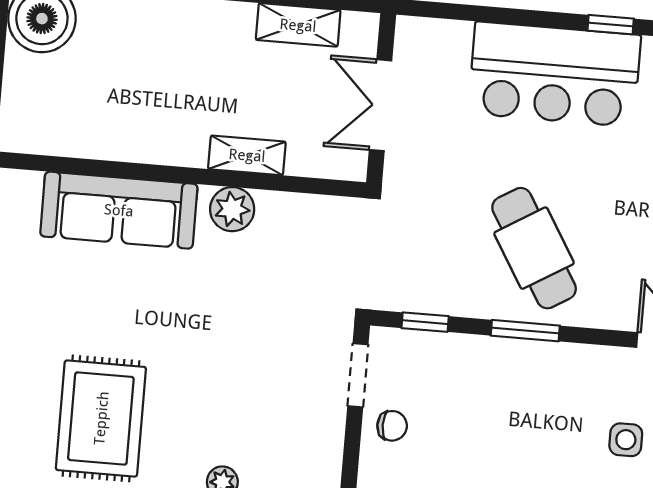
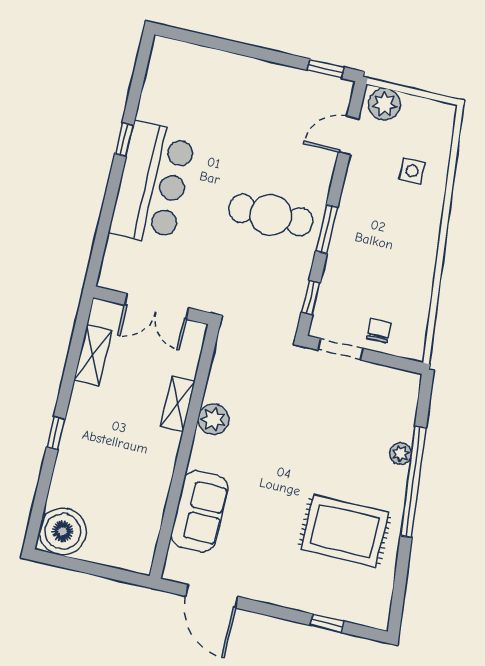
sofa: (119, 210) -> (199, 511), width x0.73
cafe table: (534, 248) -> (271, 215), turned 31

